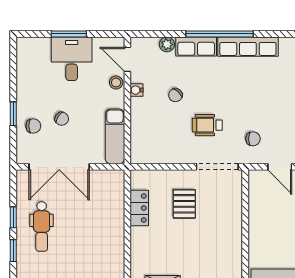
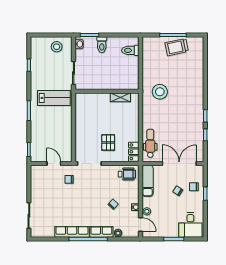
desk: (72, 59) -> (190, 225), moved
wheelchair: (207, 125) -> (127, 174), moved
locker: (139, 208) -> (134, 152), moved
dental chair: (42, 227) -> (150, 143), moved

